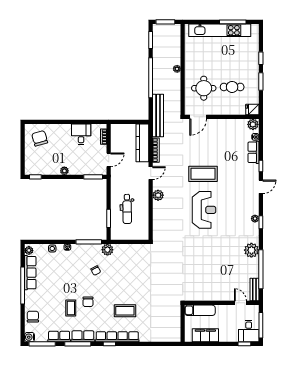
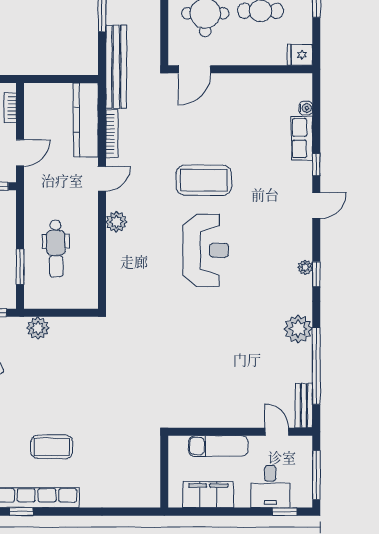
plant: (253, 124) -> (301, 84), removed
plant: (107, 250) -> (38, 328), moved
exam couch: (200, 310) -> (218, 446), moved
desk: (249, 331) -> (270, 487), moved

